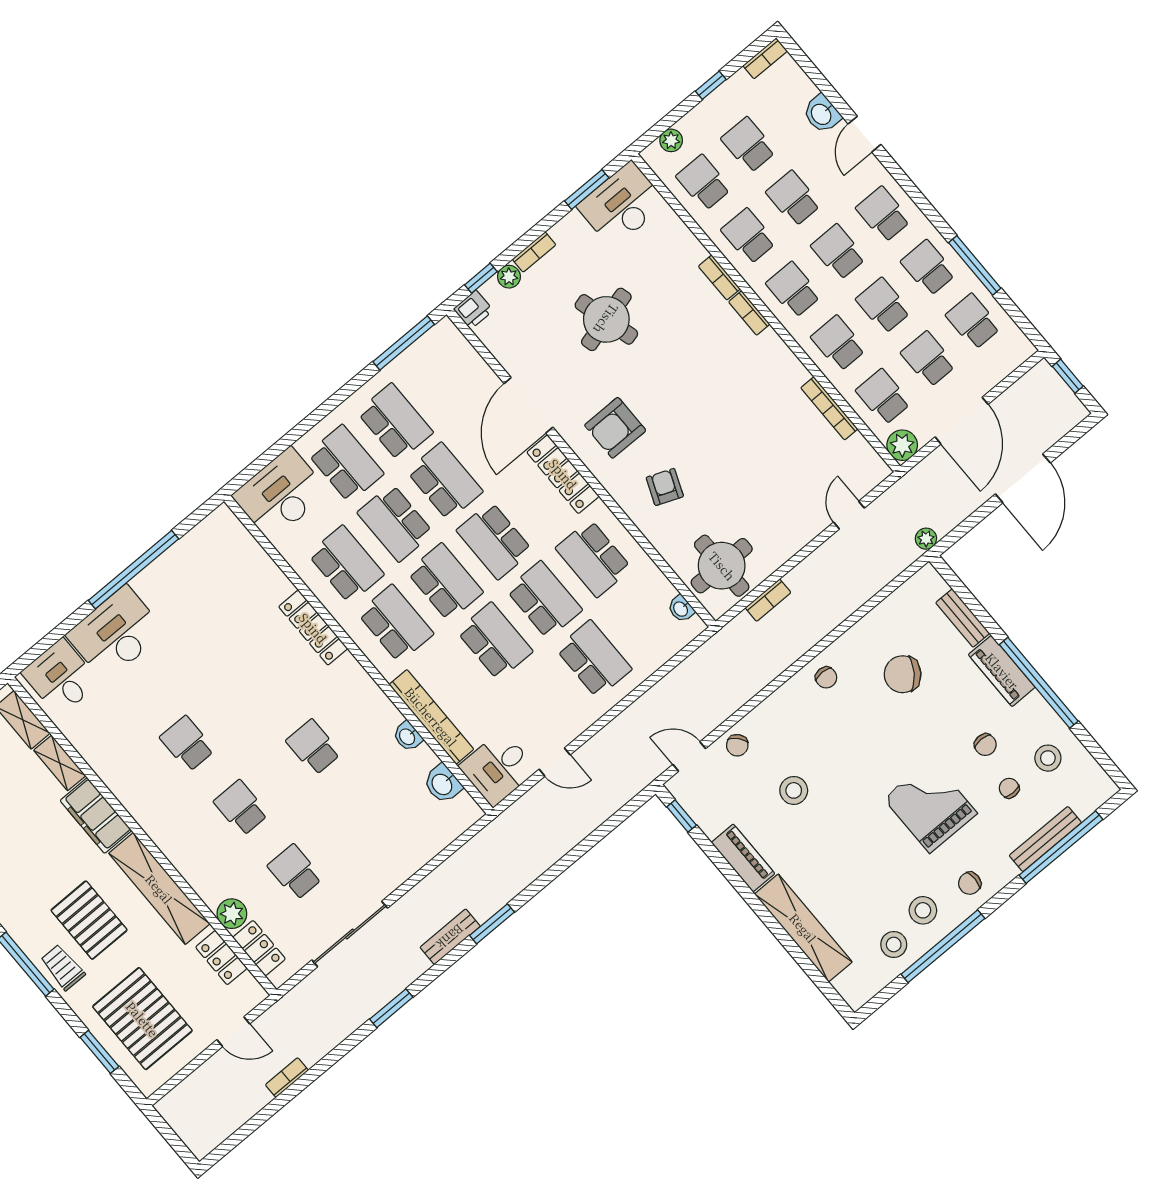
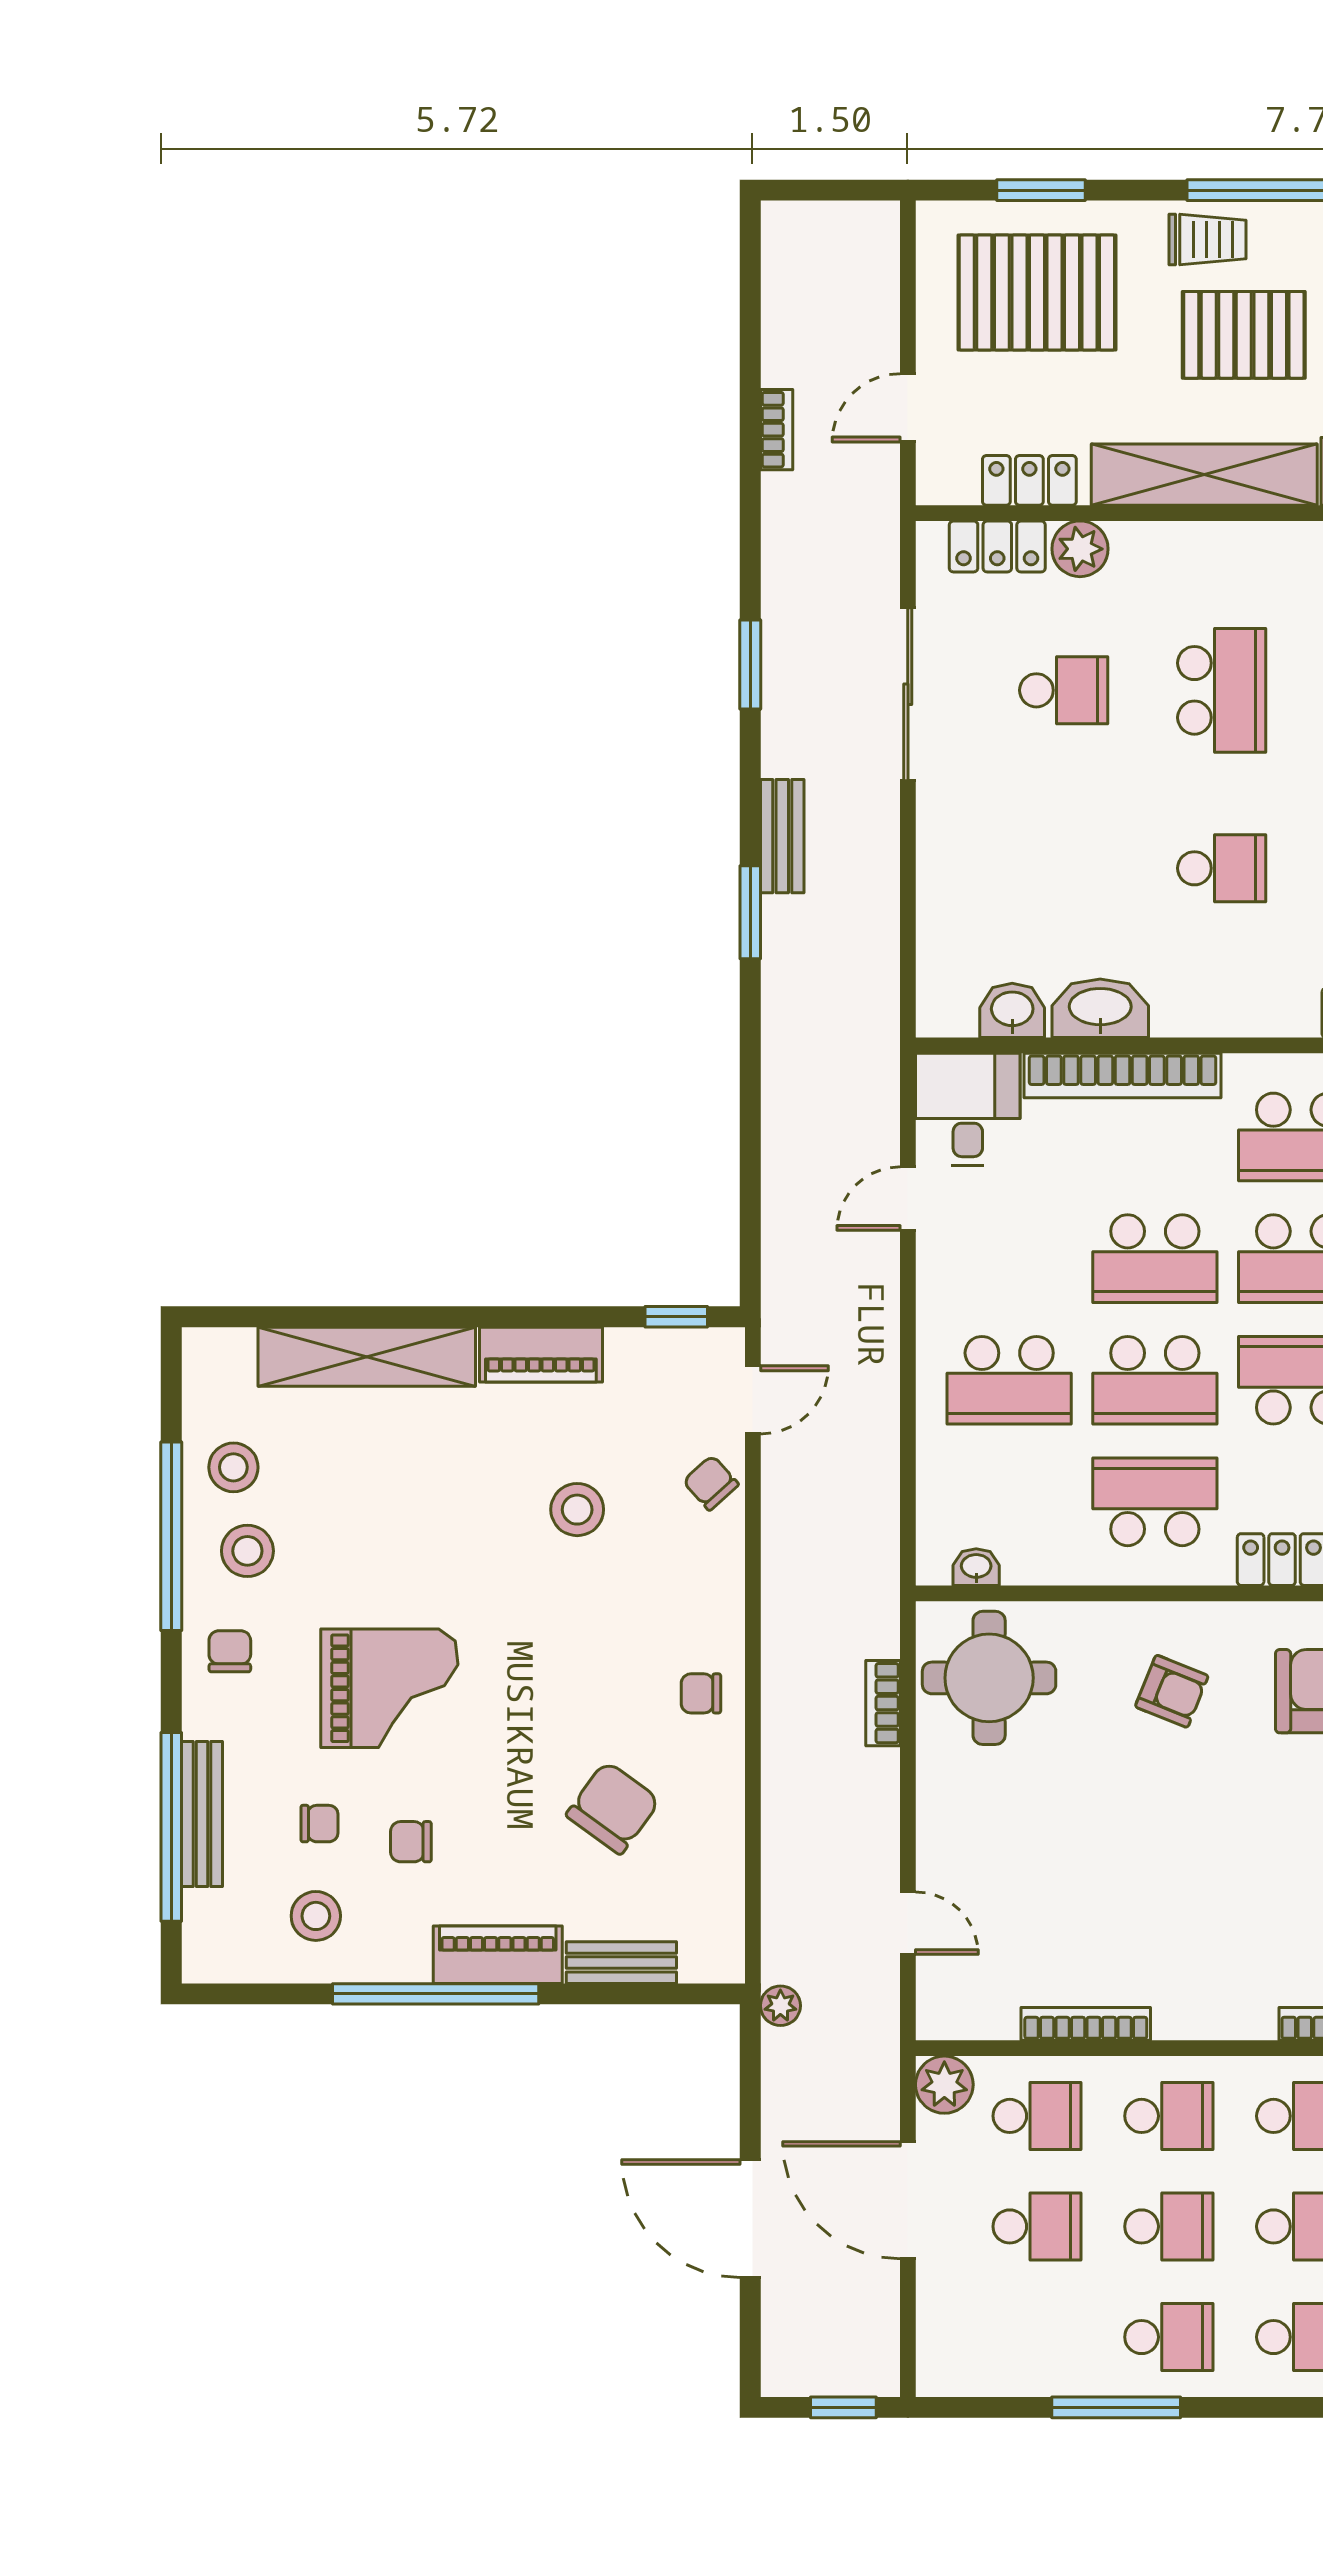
school desk: (973, 321) -> (1037, 2337), removed
washbasin: (408, 736) -> (1100, 1008), width x1.91, depth x1.45
school desk: (241, 808) -> (1222, 690), width x1.85

